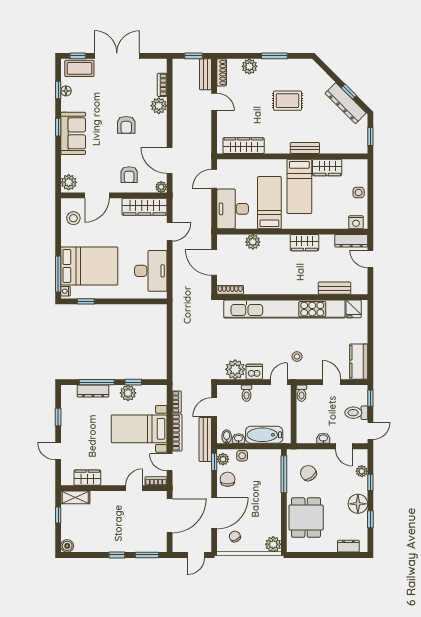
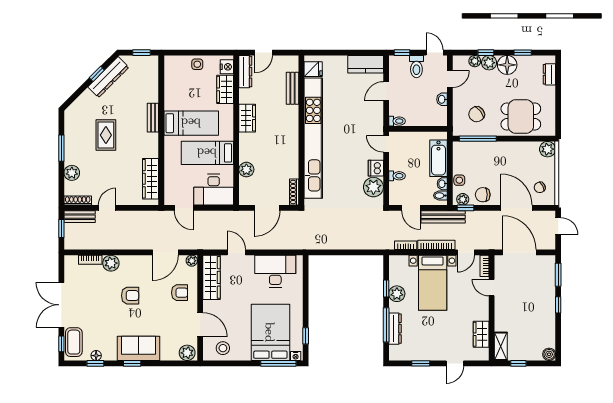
wardrobe: (327, 167) -> (225, 89), moved, turned 180
stool: (297, 357) -> (361, 126), removed
plant: (360, 486) -> (489, 63), added

